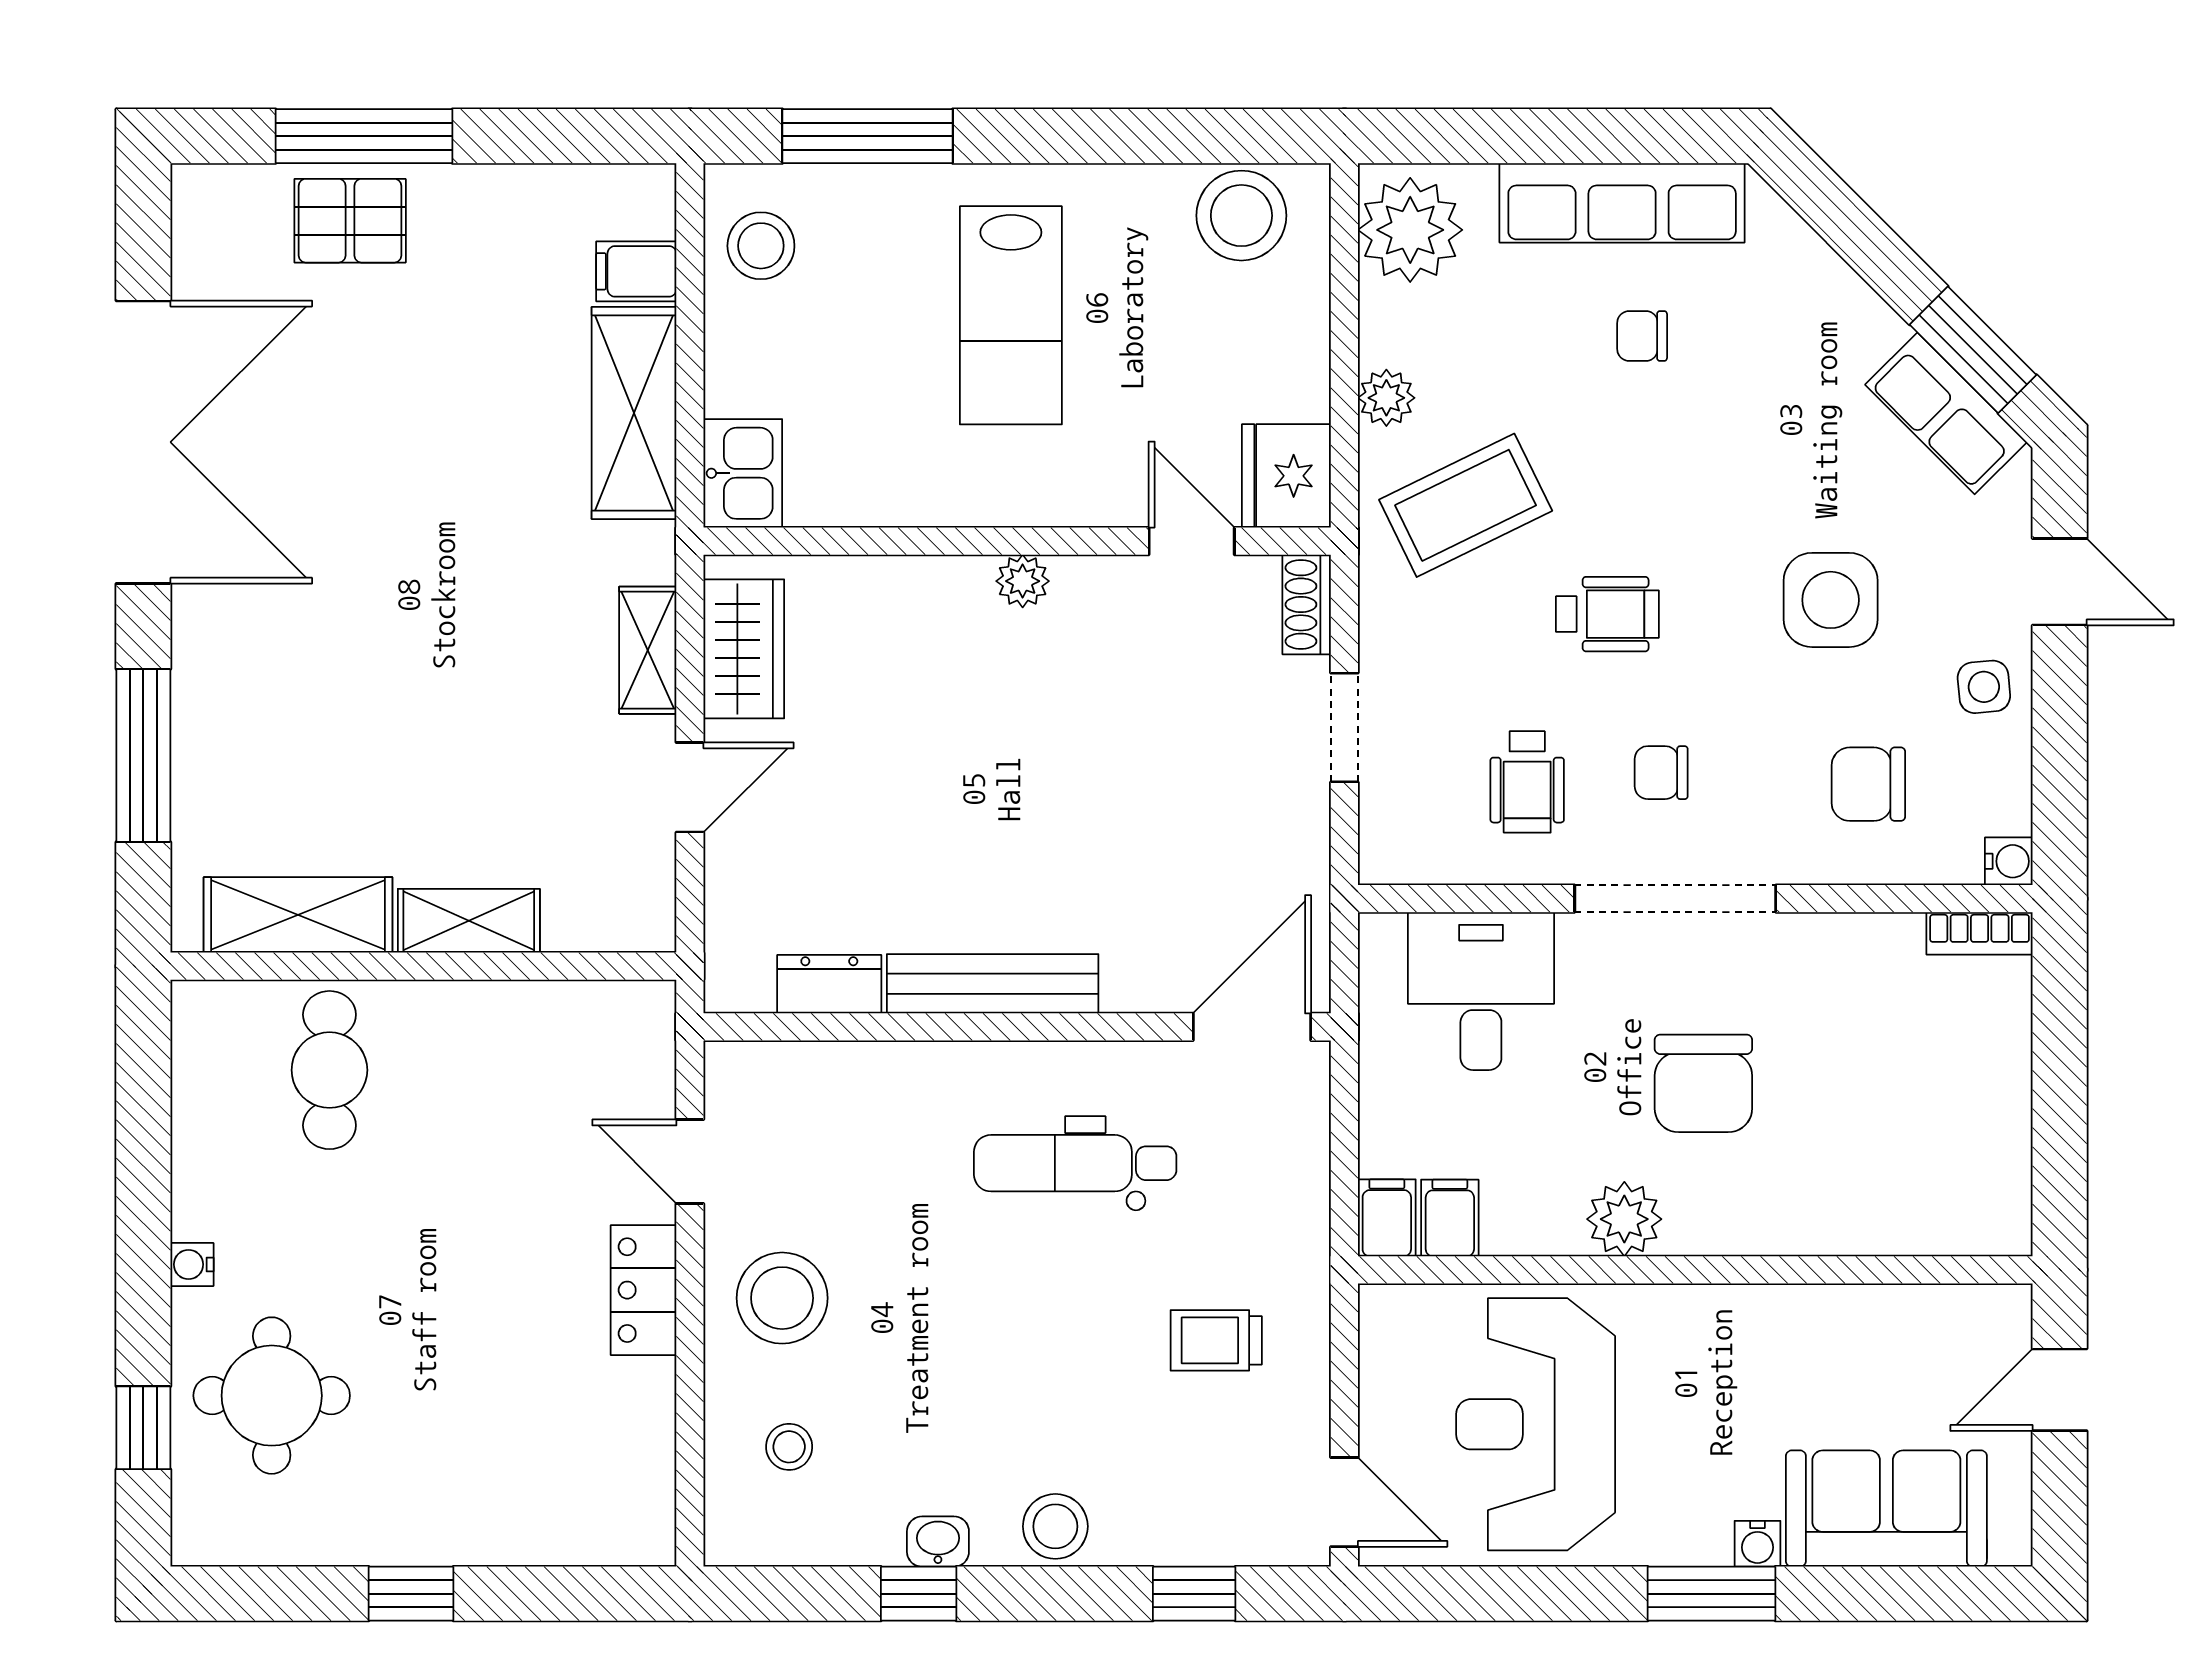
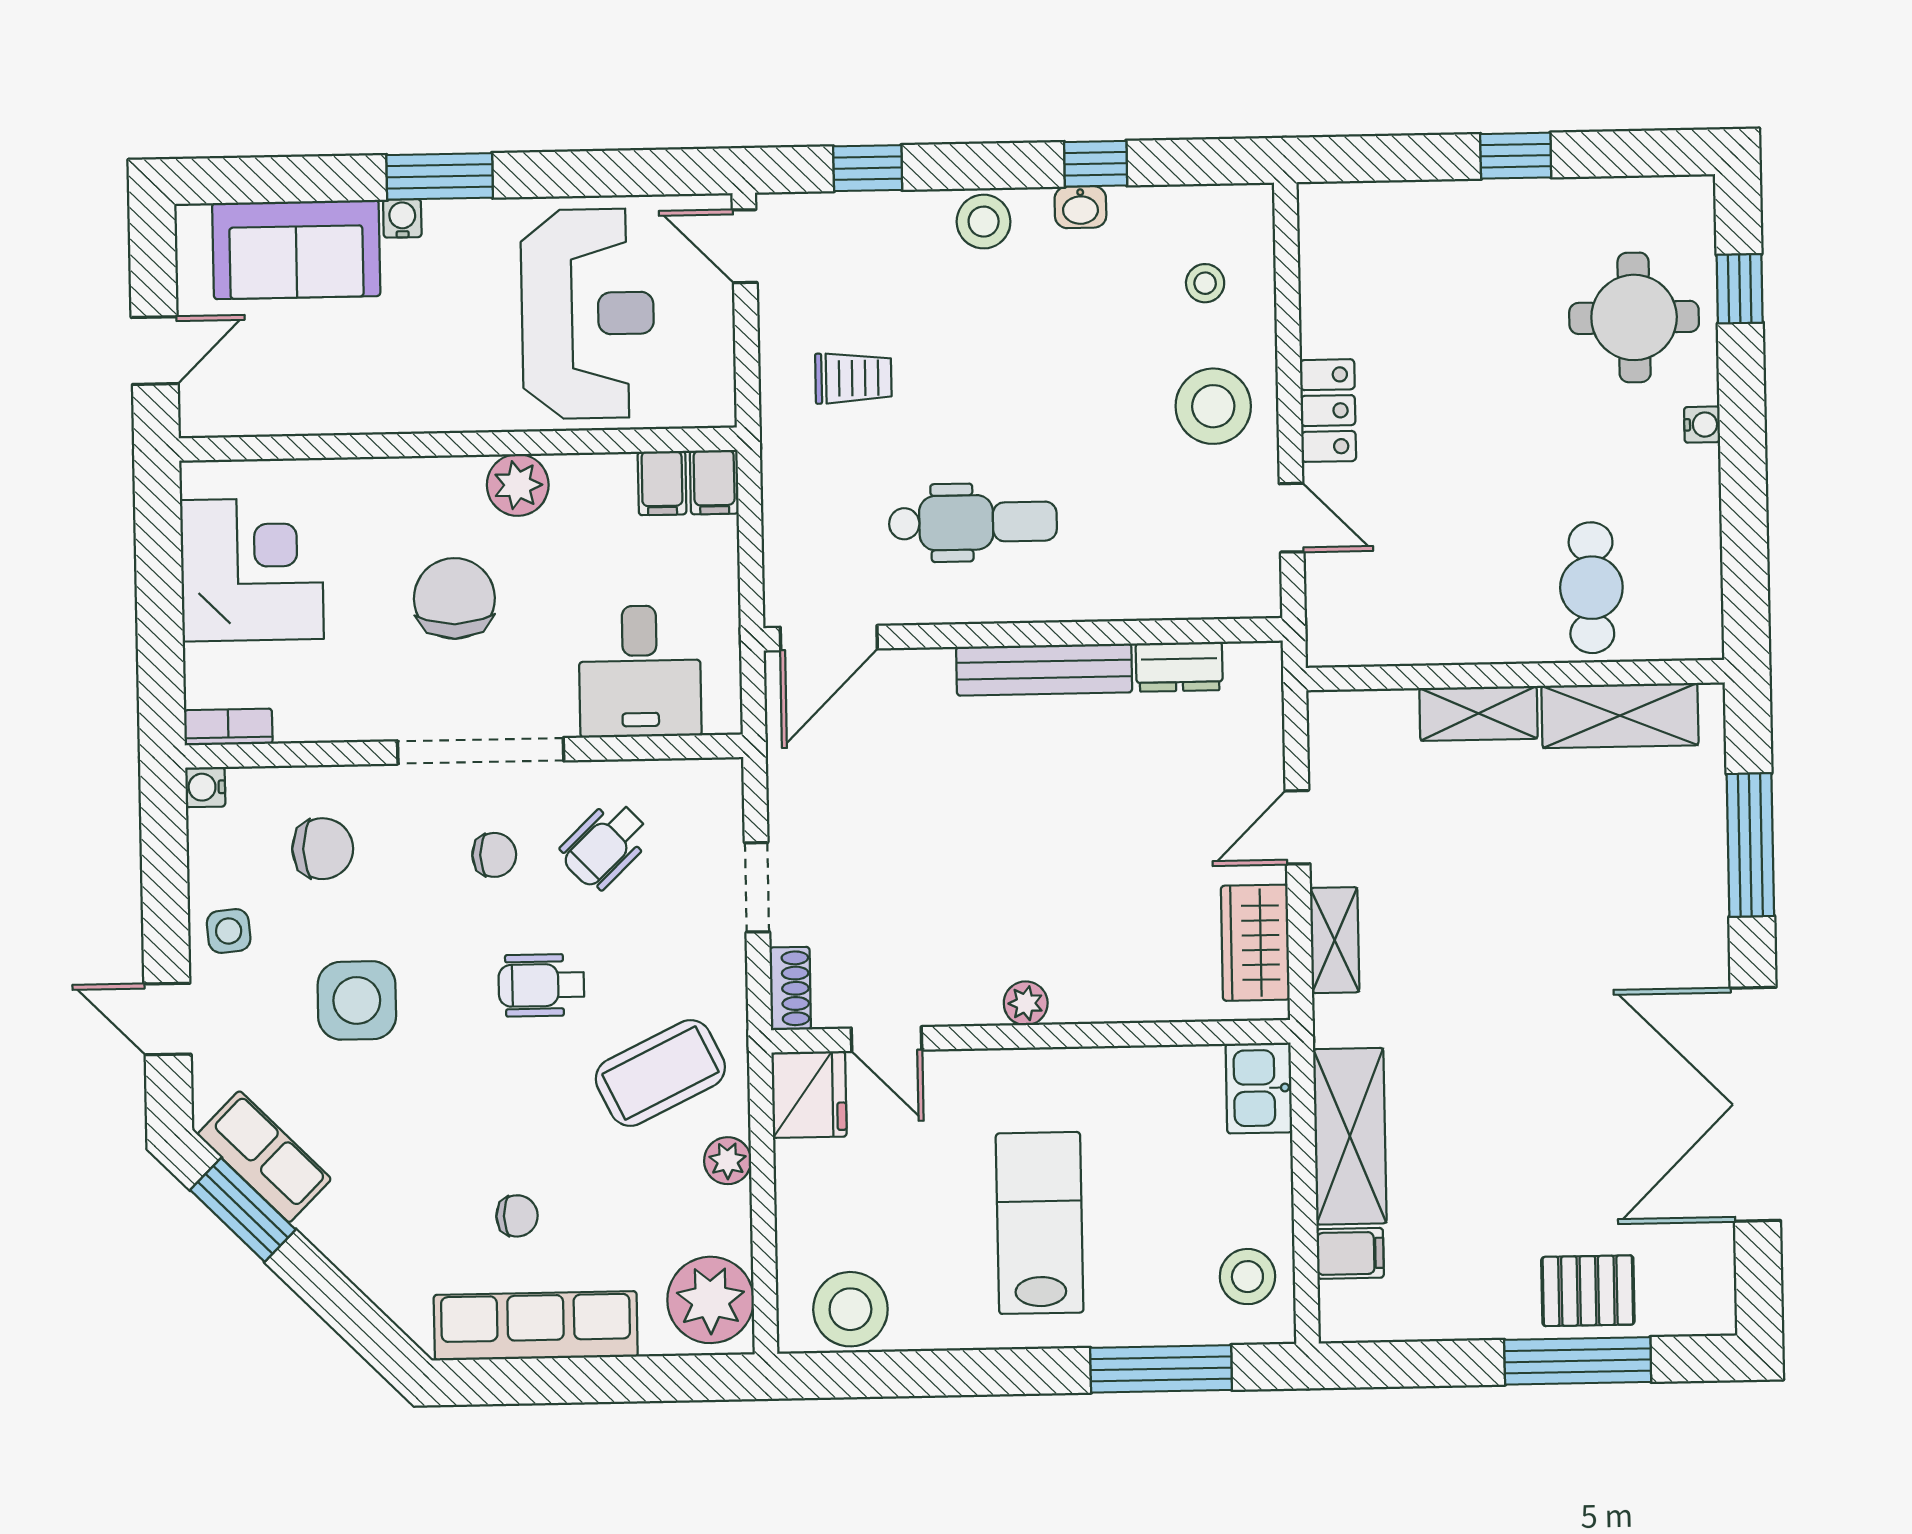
wheelchair: (1527, 782) -> (605, 845), turned -134
corner desk: (1947, 1123) -> (252, 570), added

